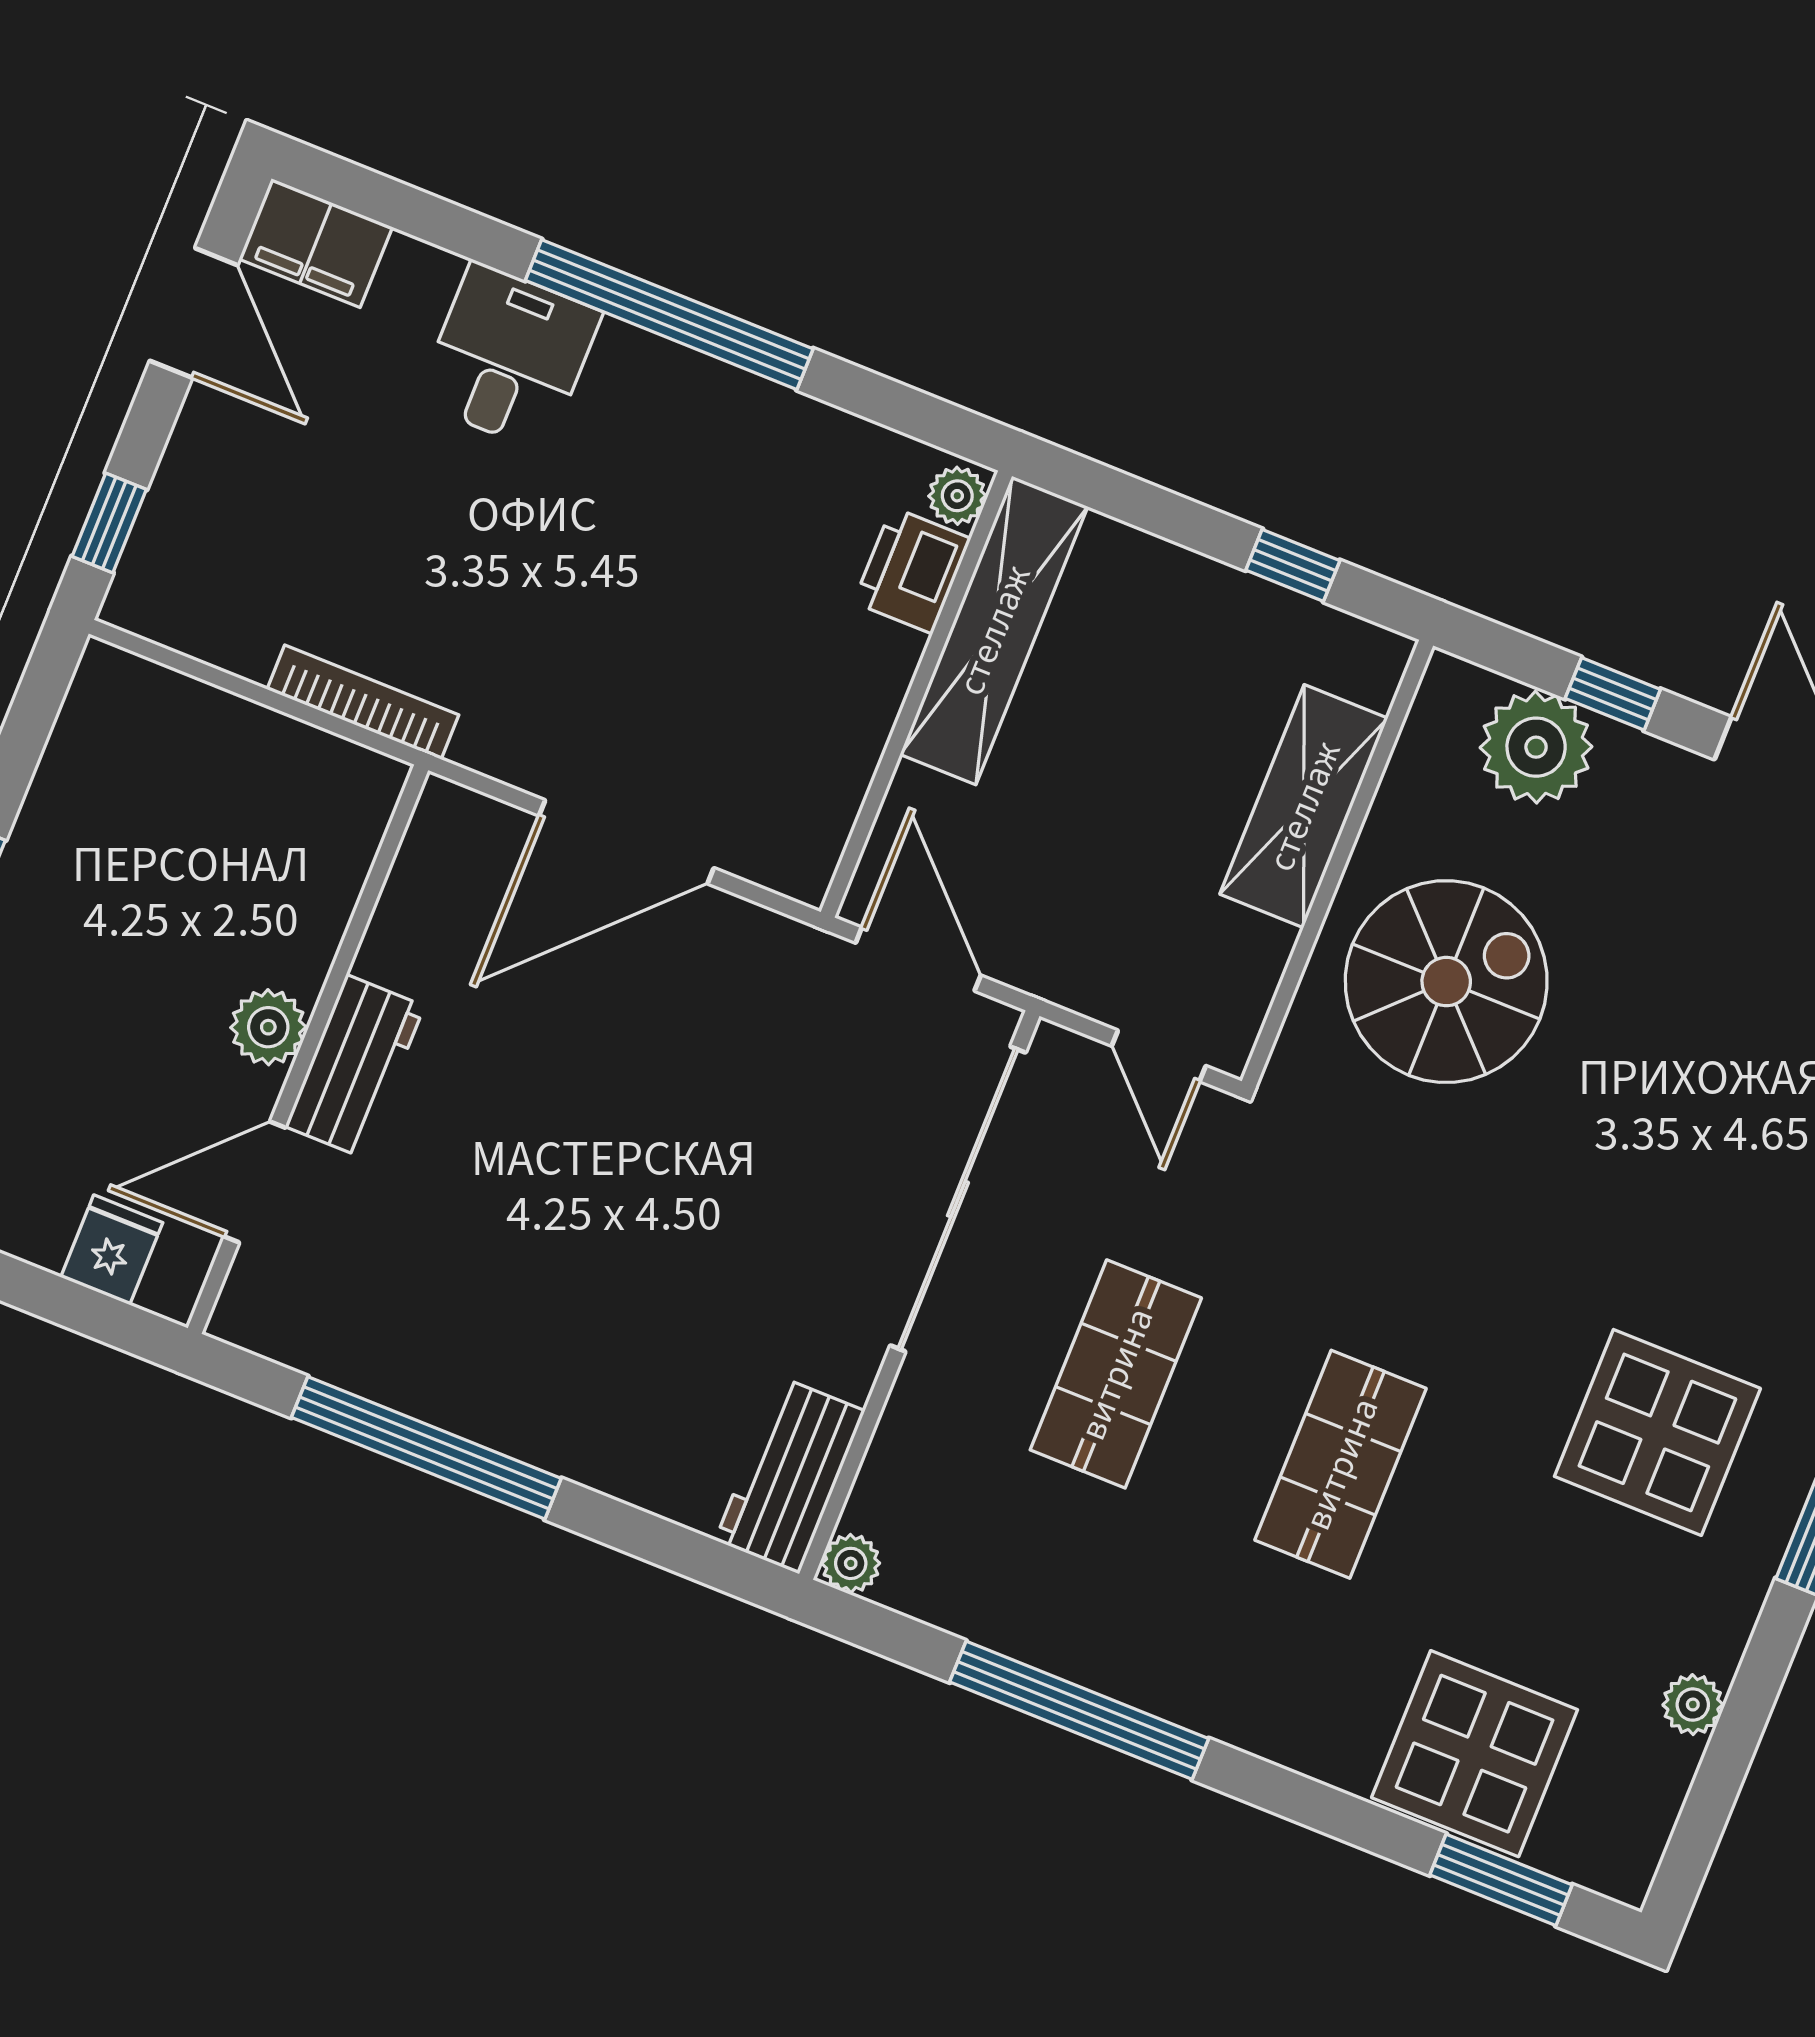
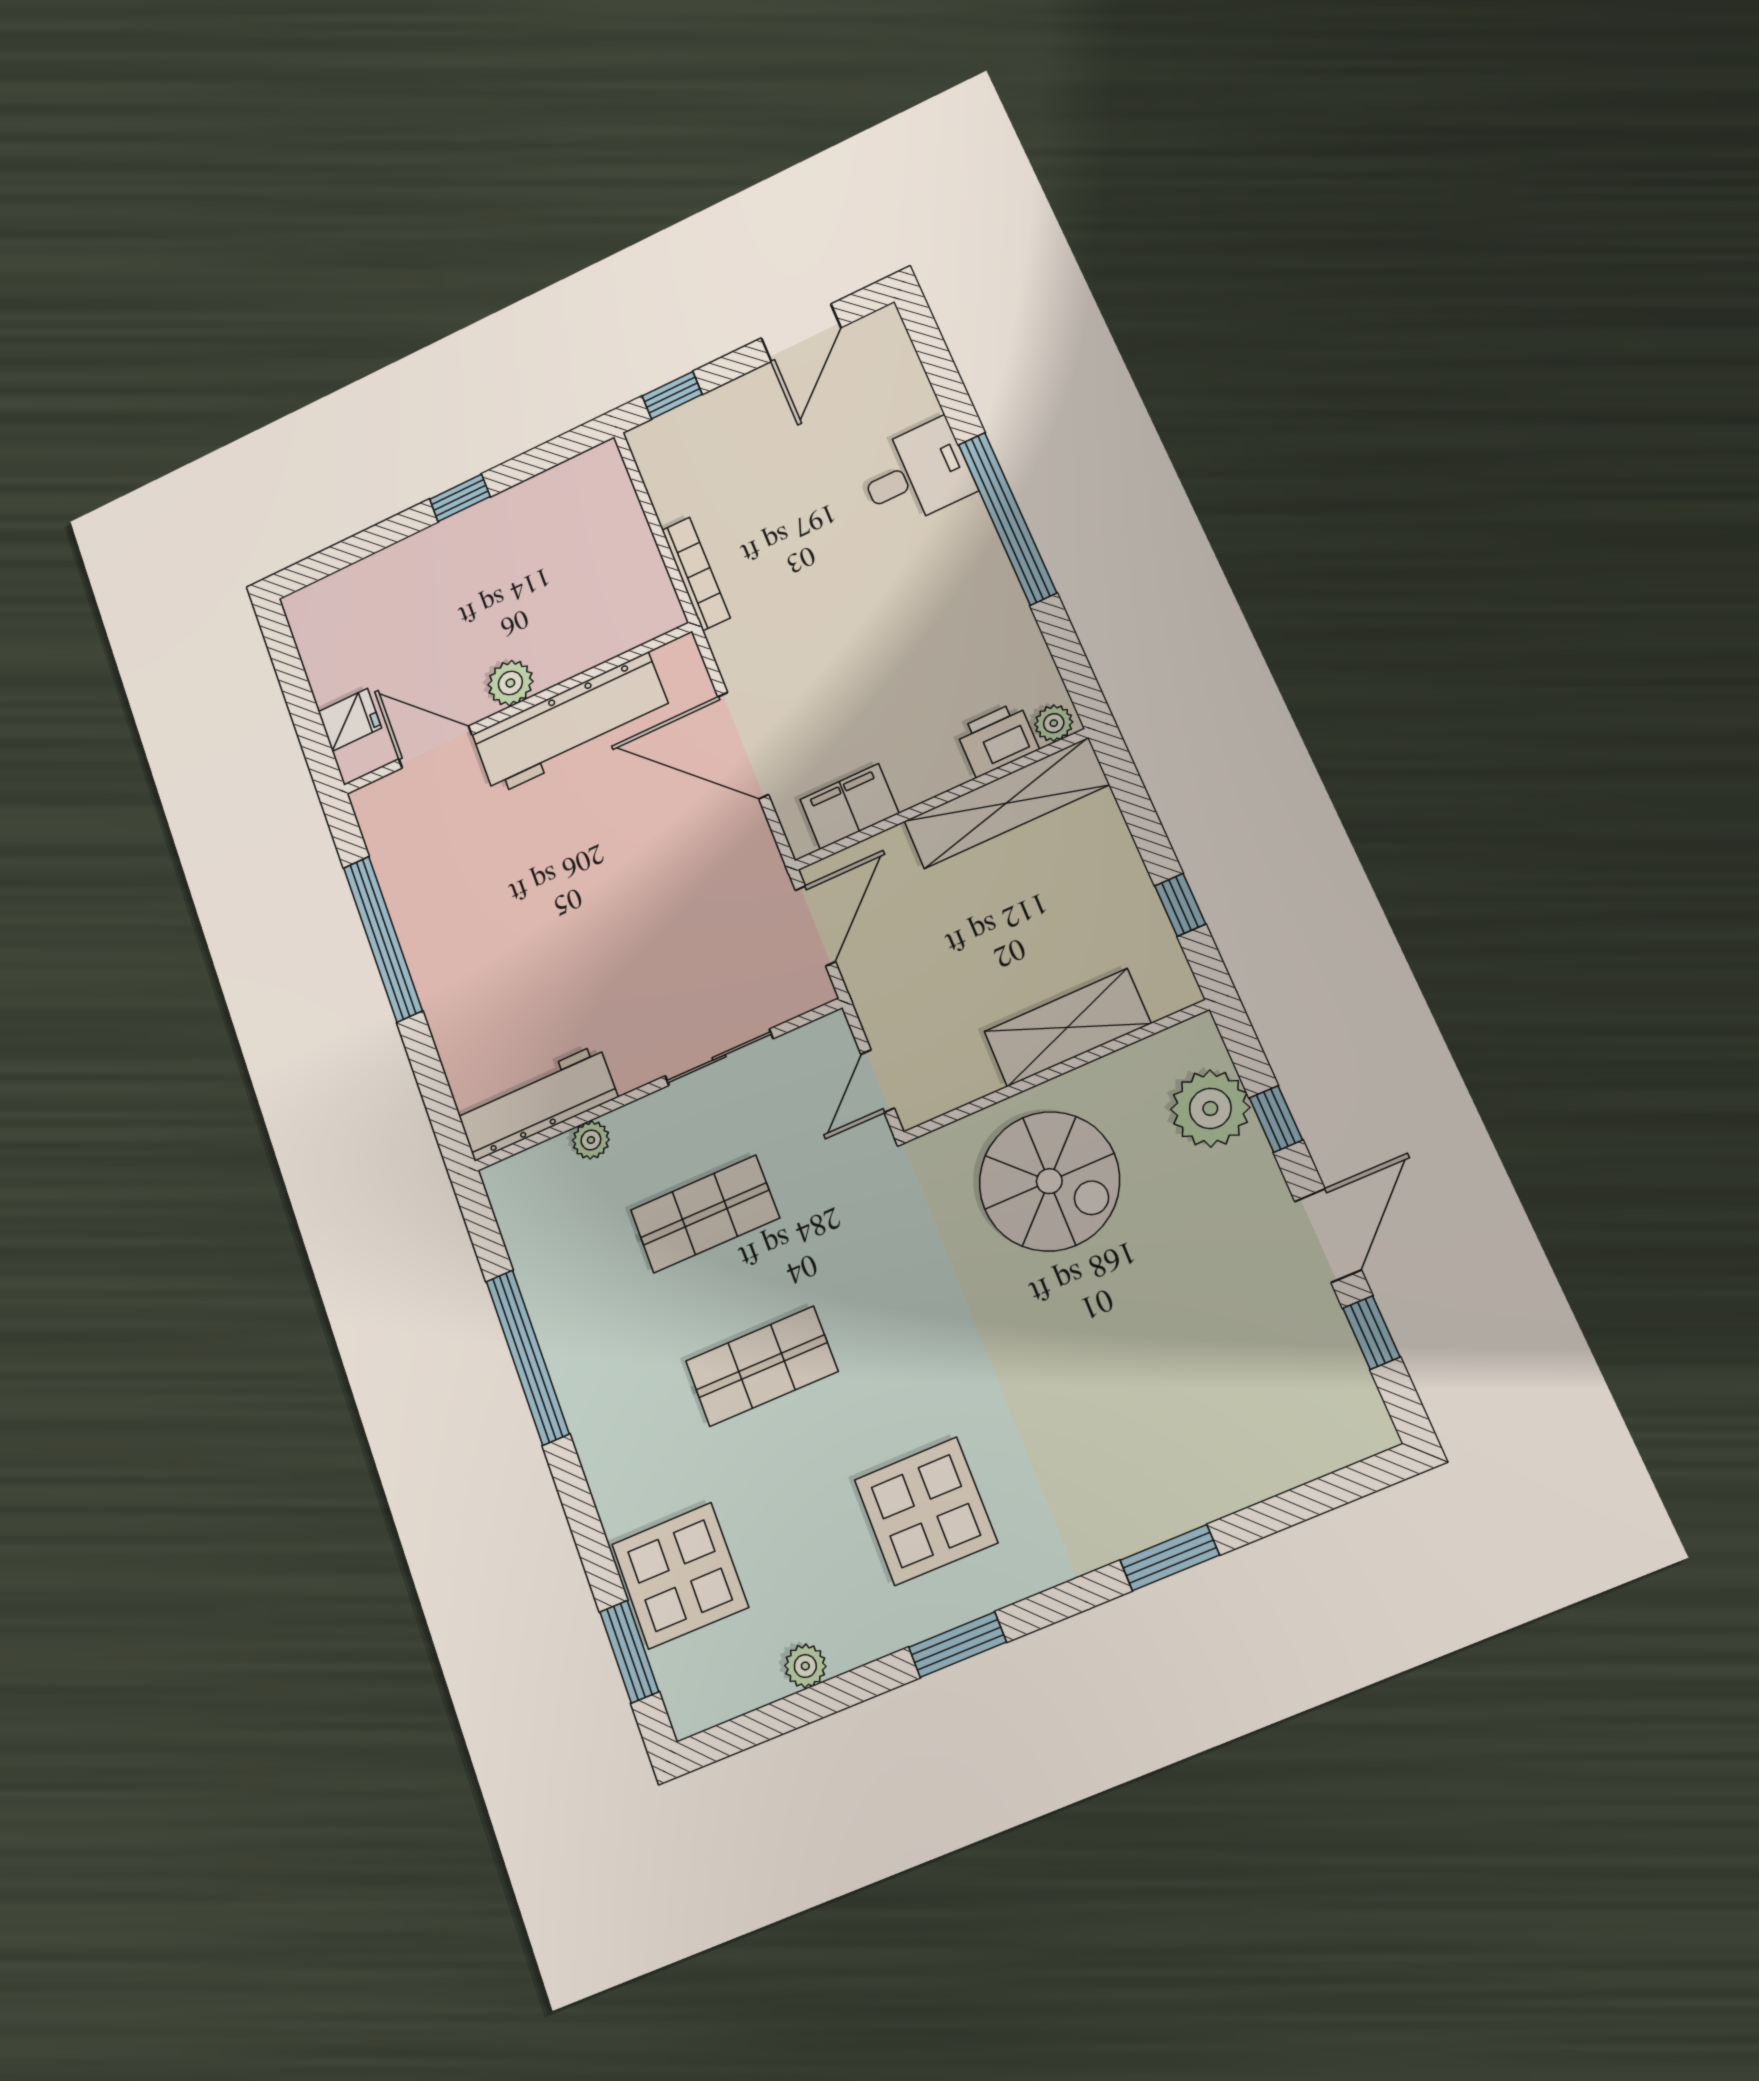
filing cabinet: (316, 243) -> (849, 806), moved, turned 90
workbench: (355, 1066) -> (571, 724), width x1.87, depth x1.32
sliding door: (958, 1199) -> (719, 1057), width x0.54
workbench: (790, 1475) -> (536, 1102), width x1.37
plant: (851, 1563) -> (591, 1140), moved

